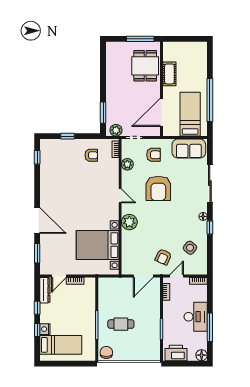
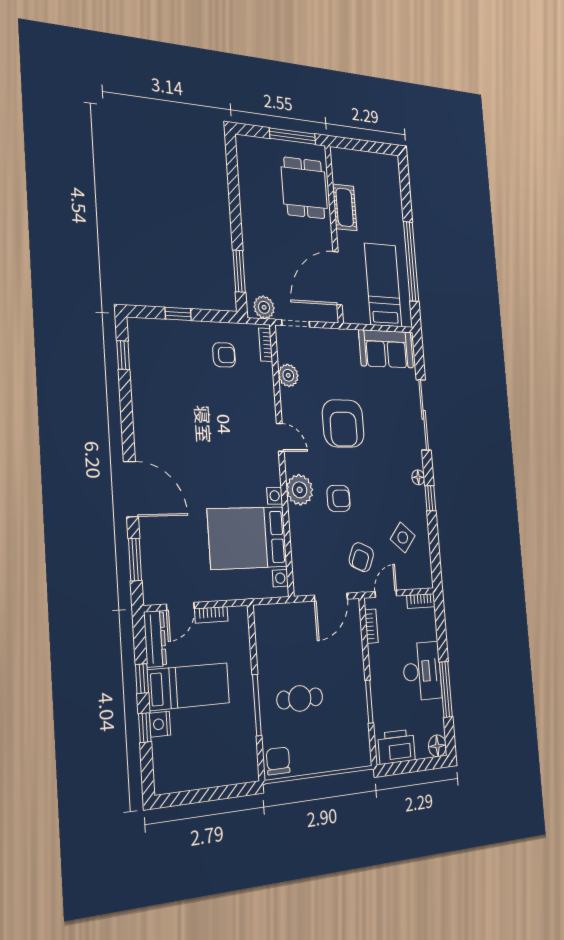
armchair: (154, 155) -> (339, 498), moved
bed: (61, 345) -> (189, 686), moved

